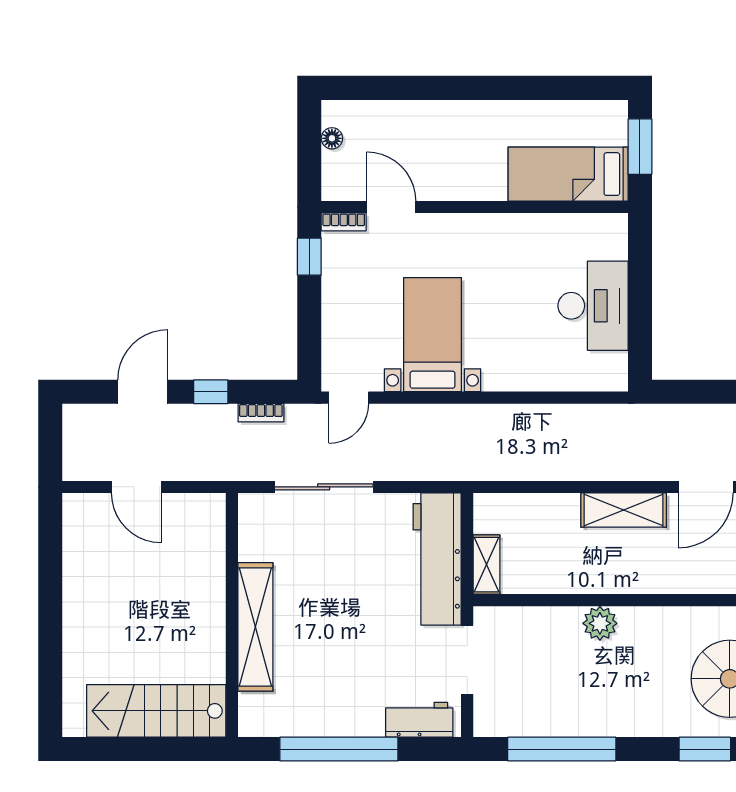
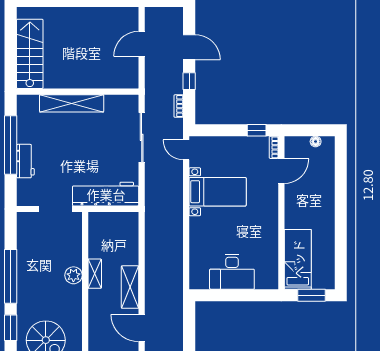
shelving: (486, 565) -> (95, 274), moved, turned 90
workbench: (419, 720) -> (25, 161), moved
window: (562, 749) -> (11, 276), moved

